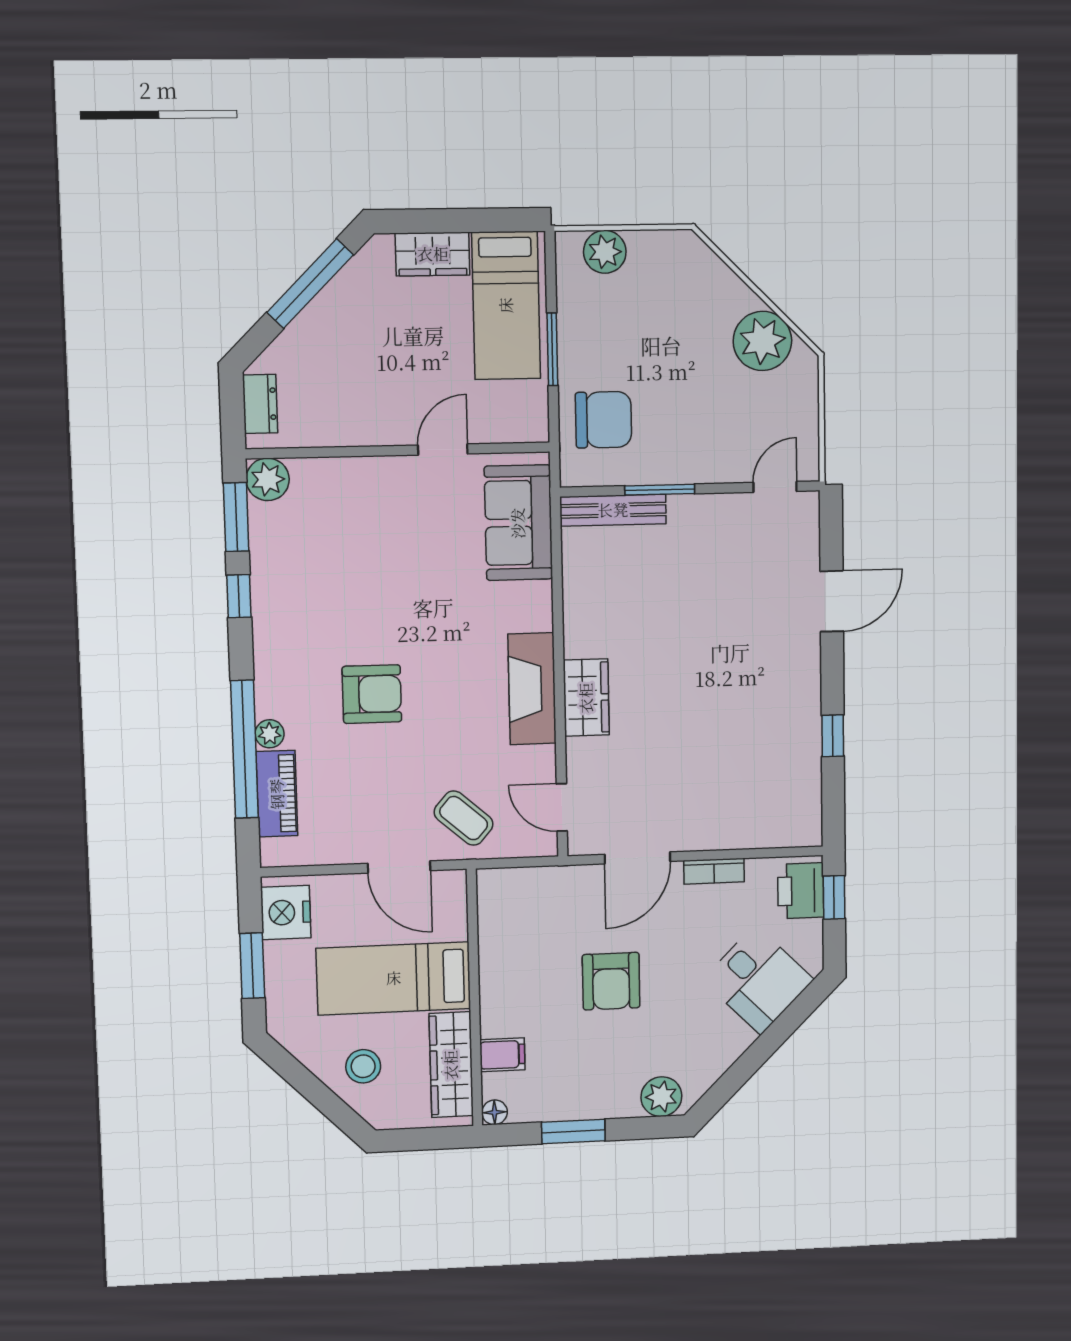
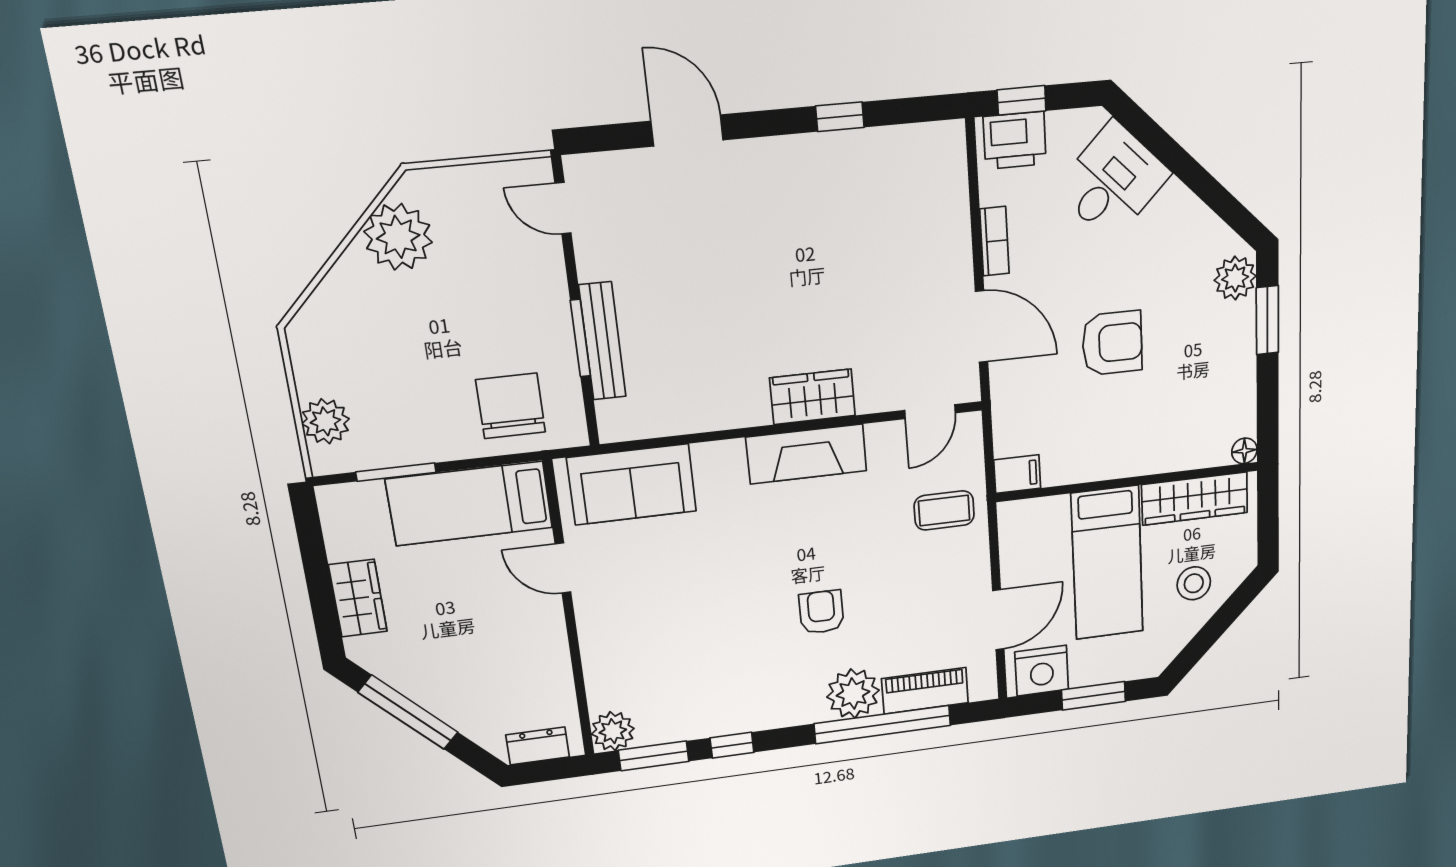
bed: (506, 305) -> (469, 504), moved, turned 180
window: (552, 349) -> (396, 472), moved
bench: (613, 510) -> (602, 341), moved
armchair: (372, 694) -> (821, 612), width x0.72, depth x0.72
plant: (270, 734) -> (853, 694), width x1.87, depth x1.87
coffee table: (464, 818) -> (944, 510), turned 49
door: (399, 867) -> (998, 620), moved
filing cabinet: (502, 1055) -> (1017, 474), moved, turned 90
window: (573, 1131) -> (1267, 320), moved

